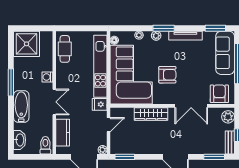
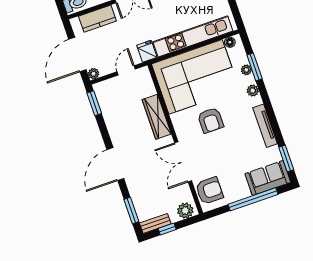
window: (164, 28) -> (255, 67), moved
sofa: (225, 53) -> (268, 178), width x0.73
door: (109, 125) -> (126, 70), swing flipped

